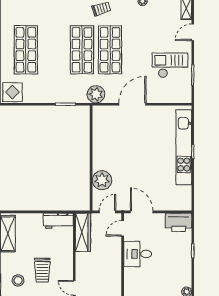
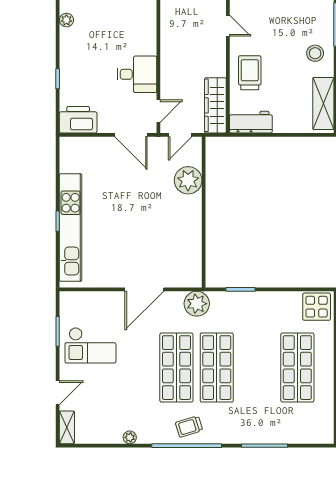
trolley: (42, 270) -> (250, 73), moved
stool: (18, 280) -> (315, 53), moved

